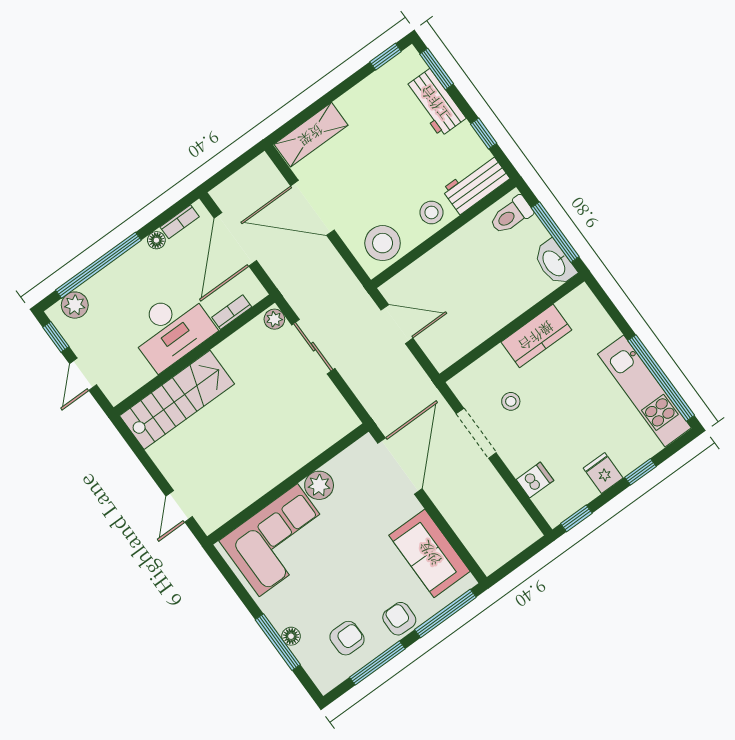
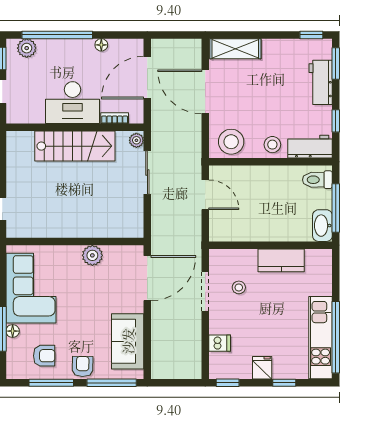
bookcase: (180, 222) -> (123, 44), removed
stairs: (177, 400) -> (75, 146), moved
corner sofa: (278, 540) -> (31, 288), moved, turned -90

